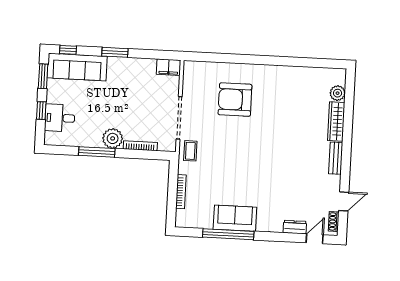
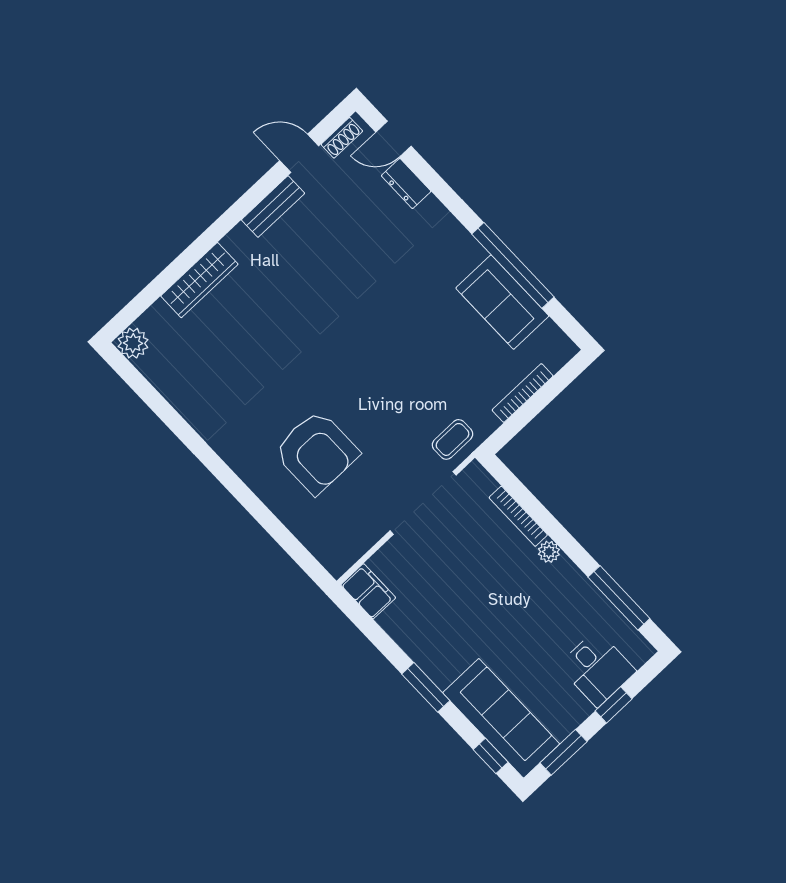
plant: (338, 93) -> (133, 343), moved
plant: (113, 138) -> (549, 552), width x0.53, depth x0.53
window: (97, 152) -> (619, 598), moved
bench: (336, 158) -> (273, 206), moved
sofa: (235, 218) -> (502, 302), moved

